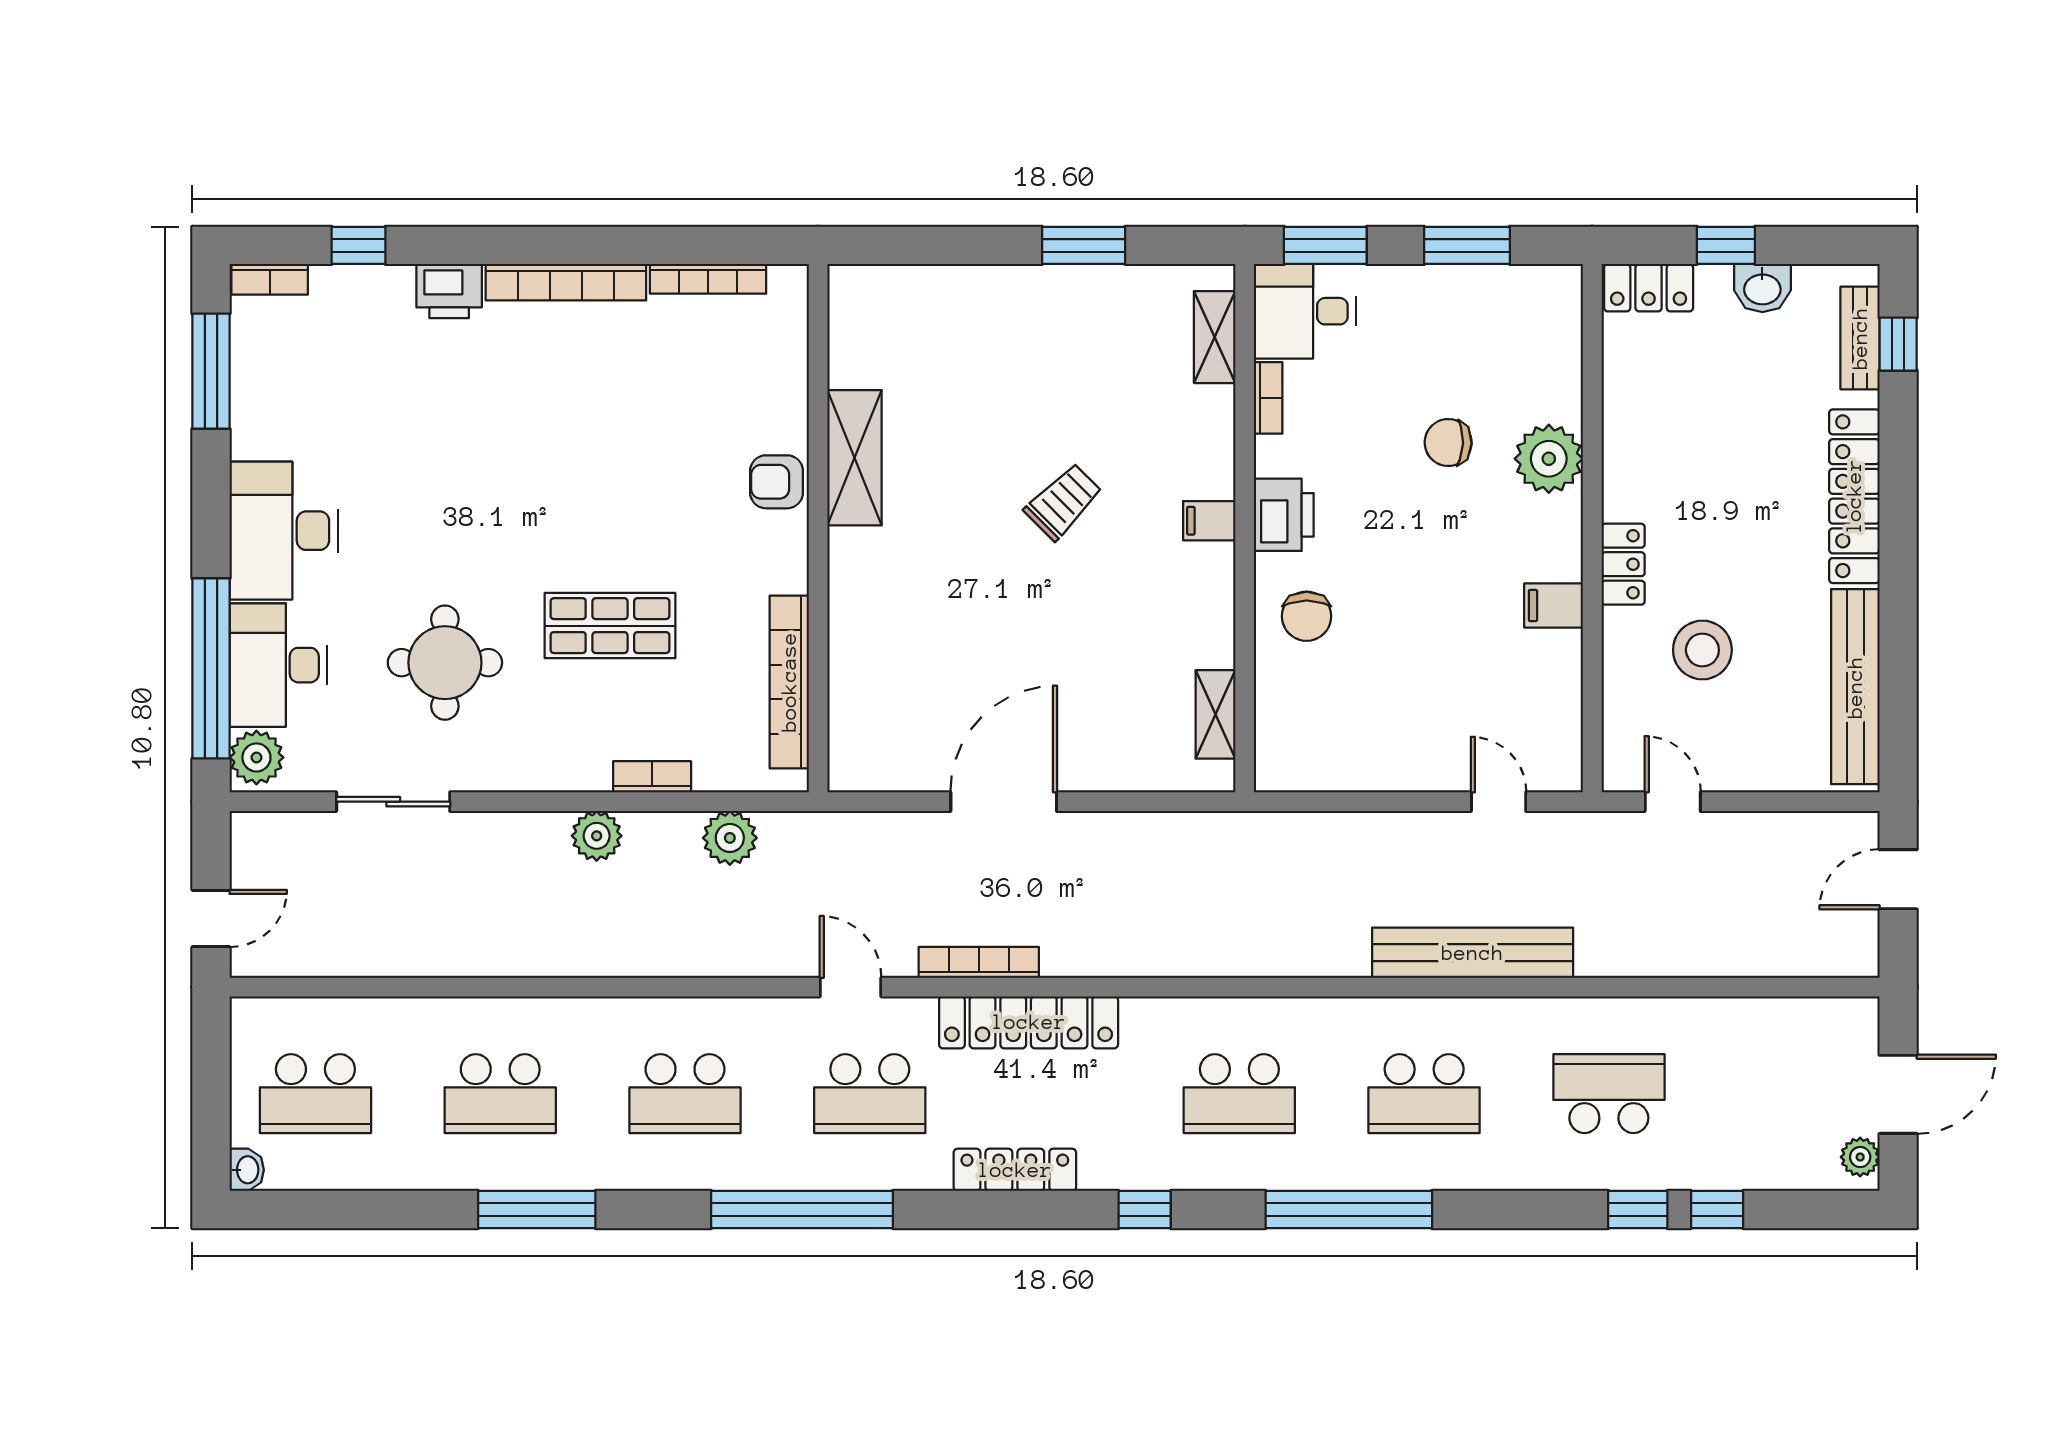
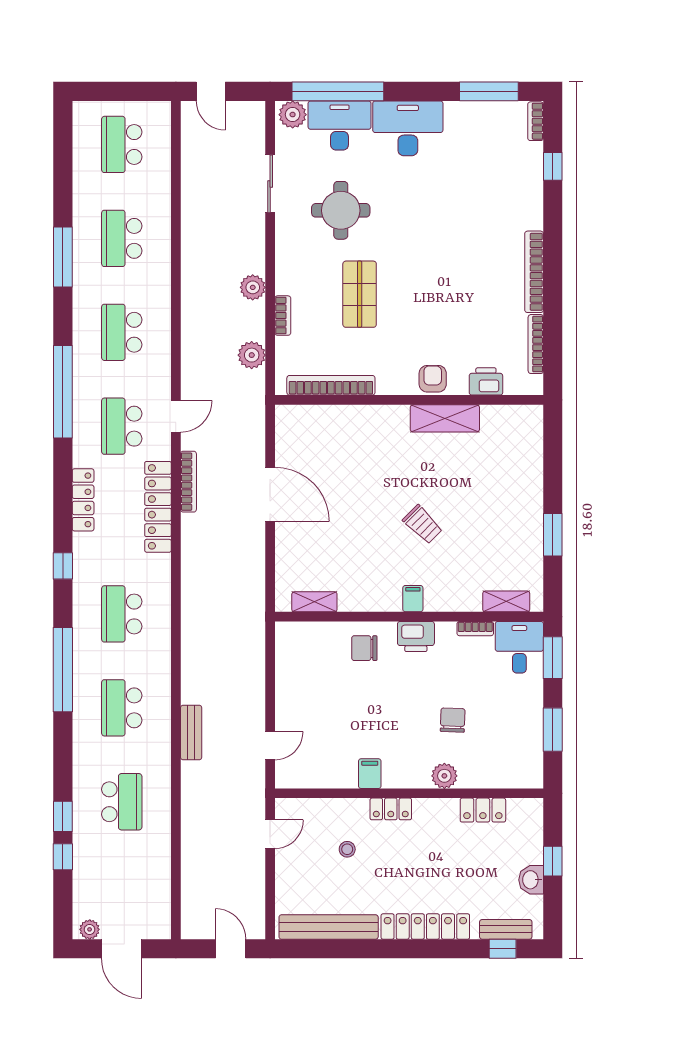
locker: (1649, 288) -> (483, 810), moved, turned -90
printer: (449, 291) -> (486, 381), moved, turned 90
plant: (1549, 459) -> (444, 776), width x0.73, depth x0.73
stool: (1702, 650) -> (347, 849), width x0.53, depth x0.53
bench: (1473, 953) -> (191, 733), width x0.54, depth x0.82
washbasin: (247, 1170) -> (83, 110), removed

